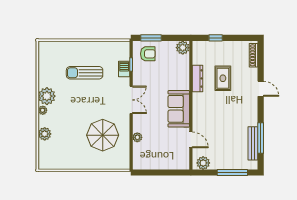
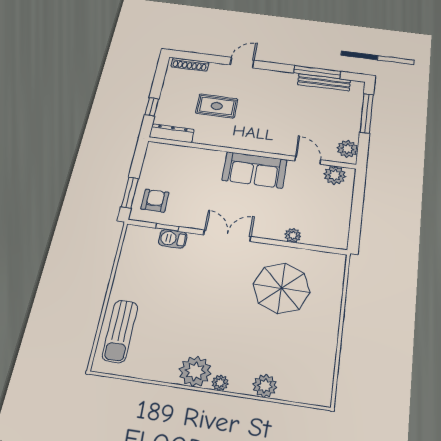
plant: (183, 48) -> (335, 175), moved
sun lounger: (85, 73) -> (120, 331), moved
dresser: (197, 78) -> (172, 133), moved
door: (191, 140) -> (308, 160), hinge flipped

